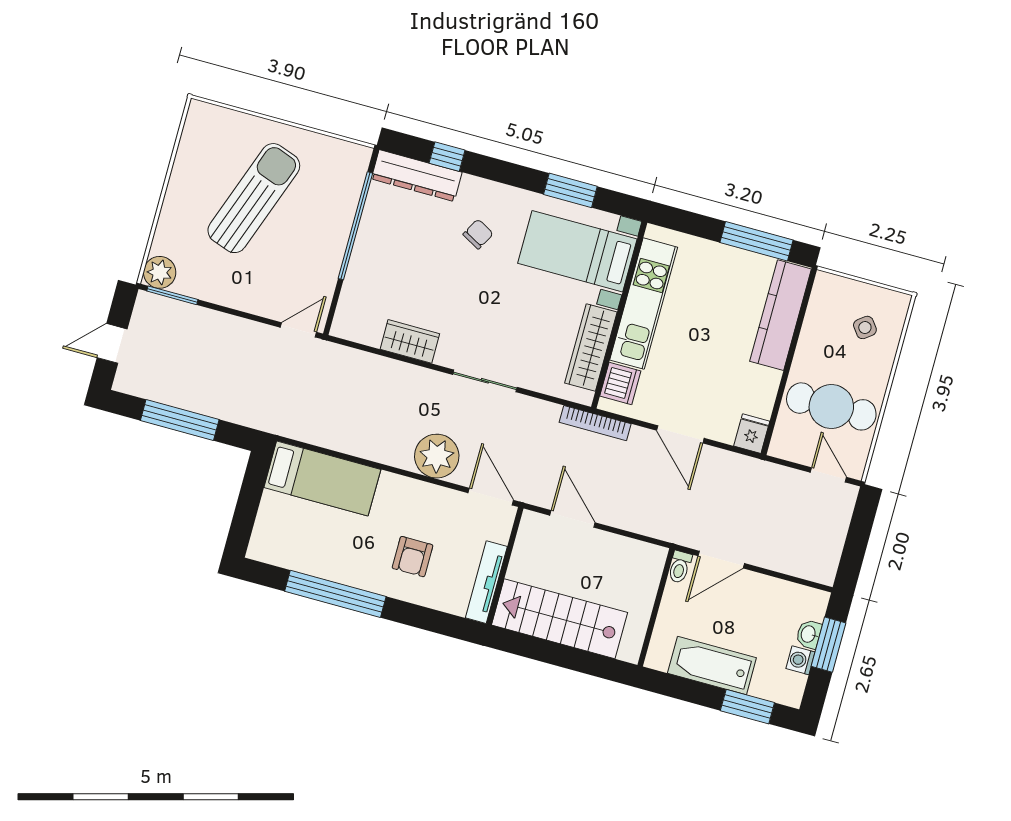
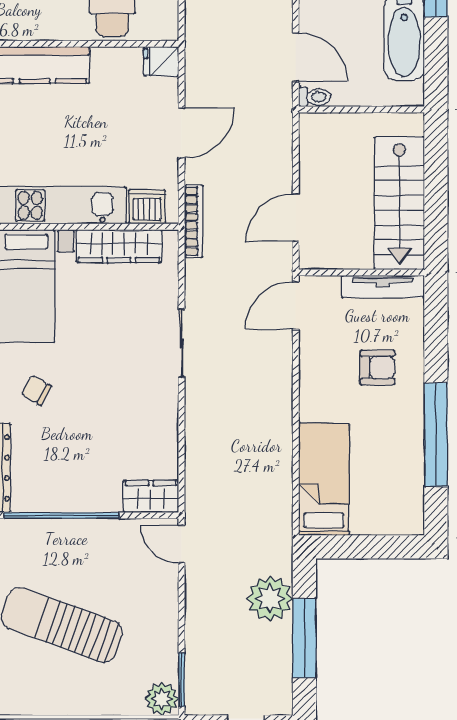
wardrobe: (410, 341) -> (151, 496), moved, turned 90
plant: (437, 456) -> (270, 598), moved

